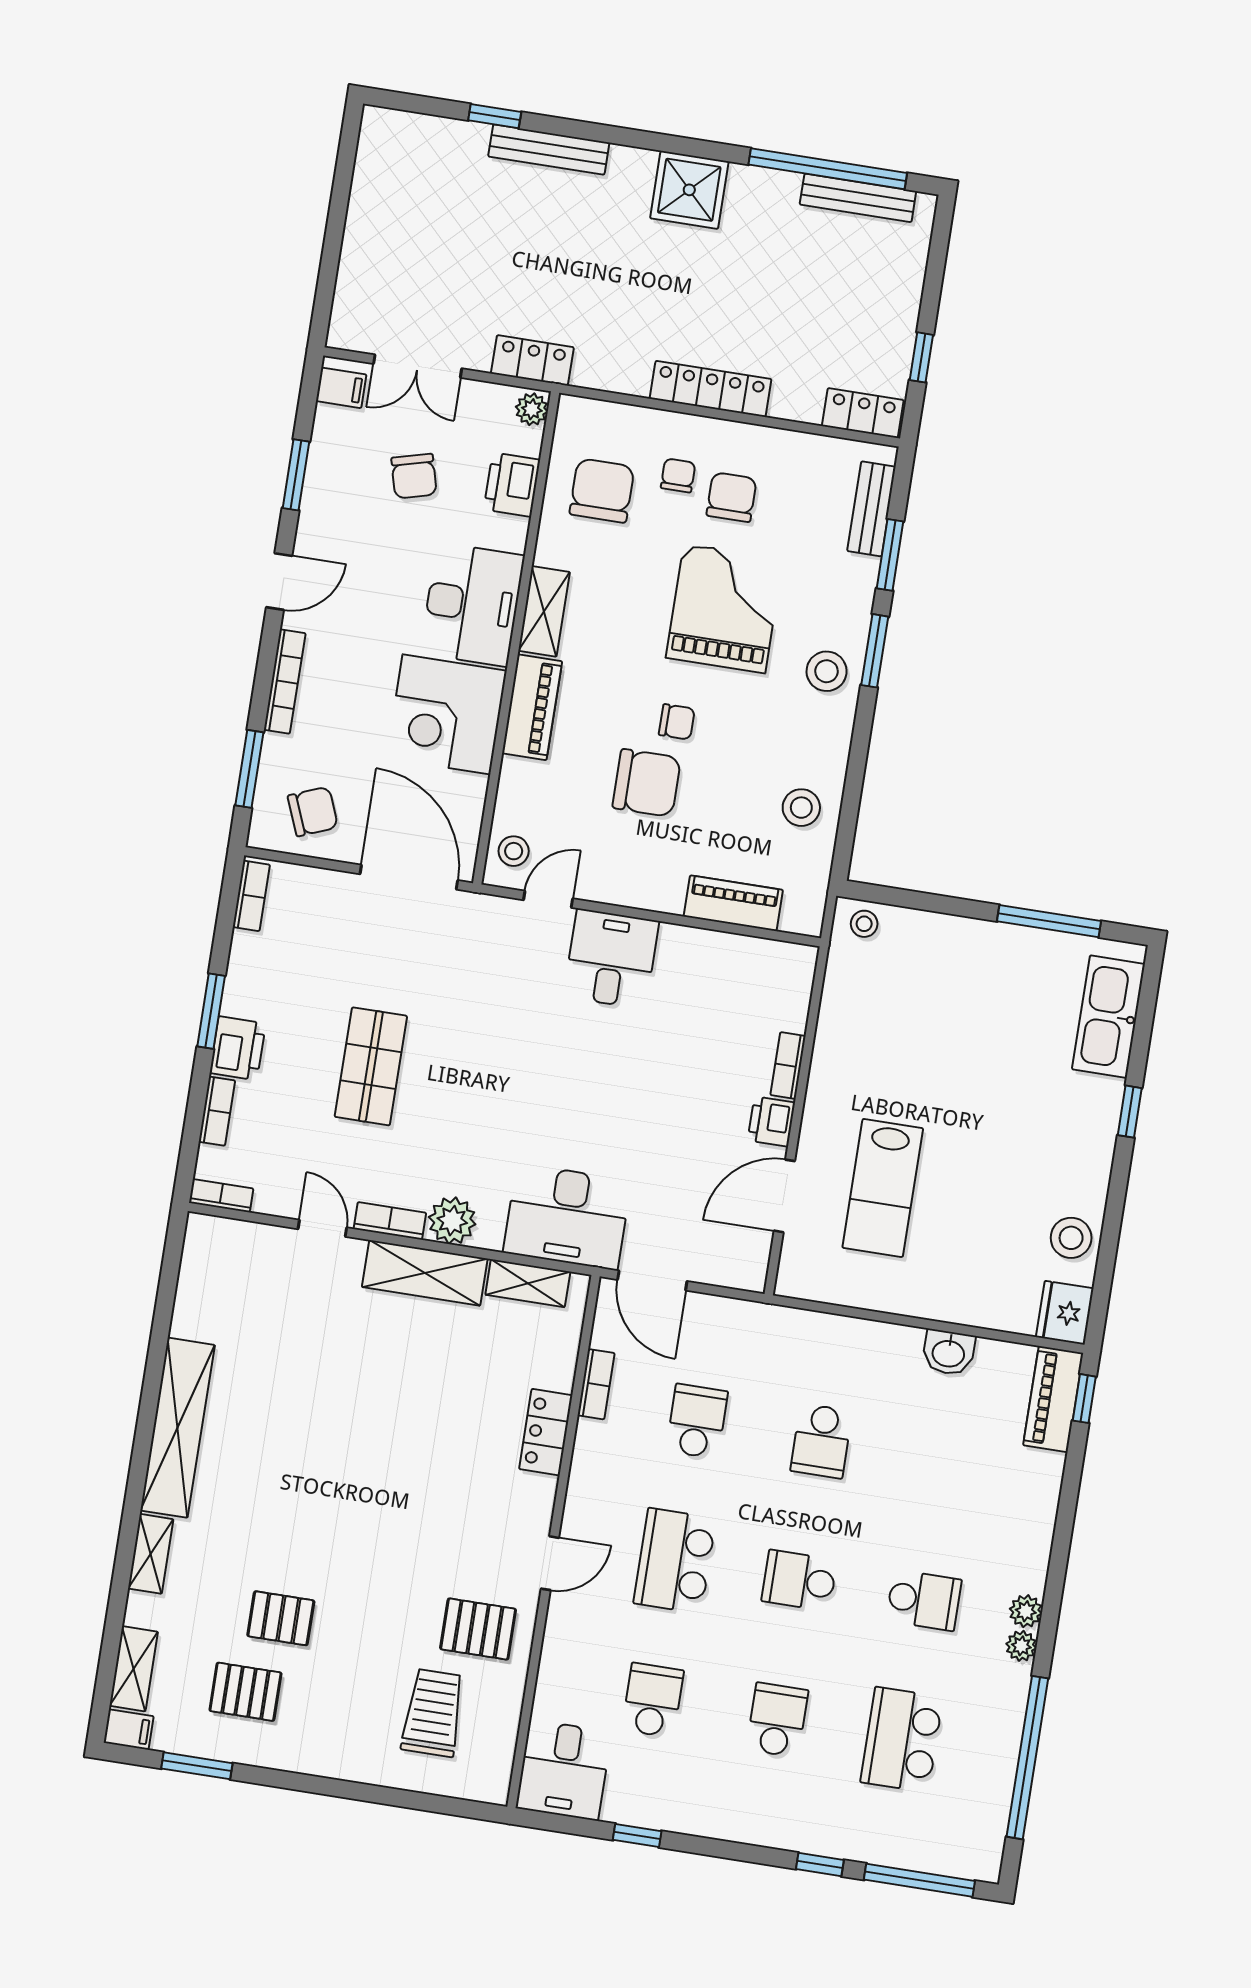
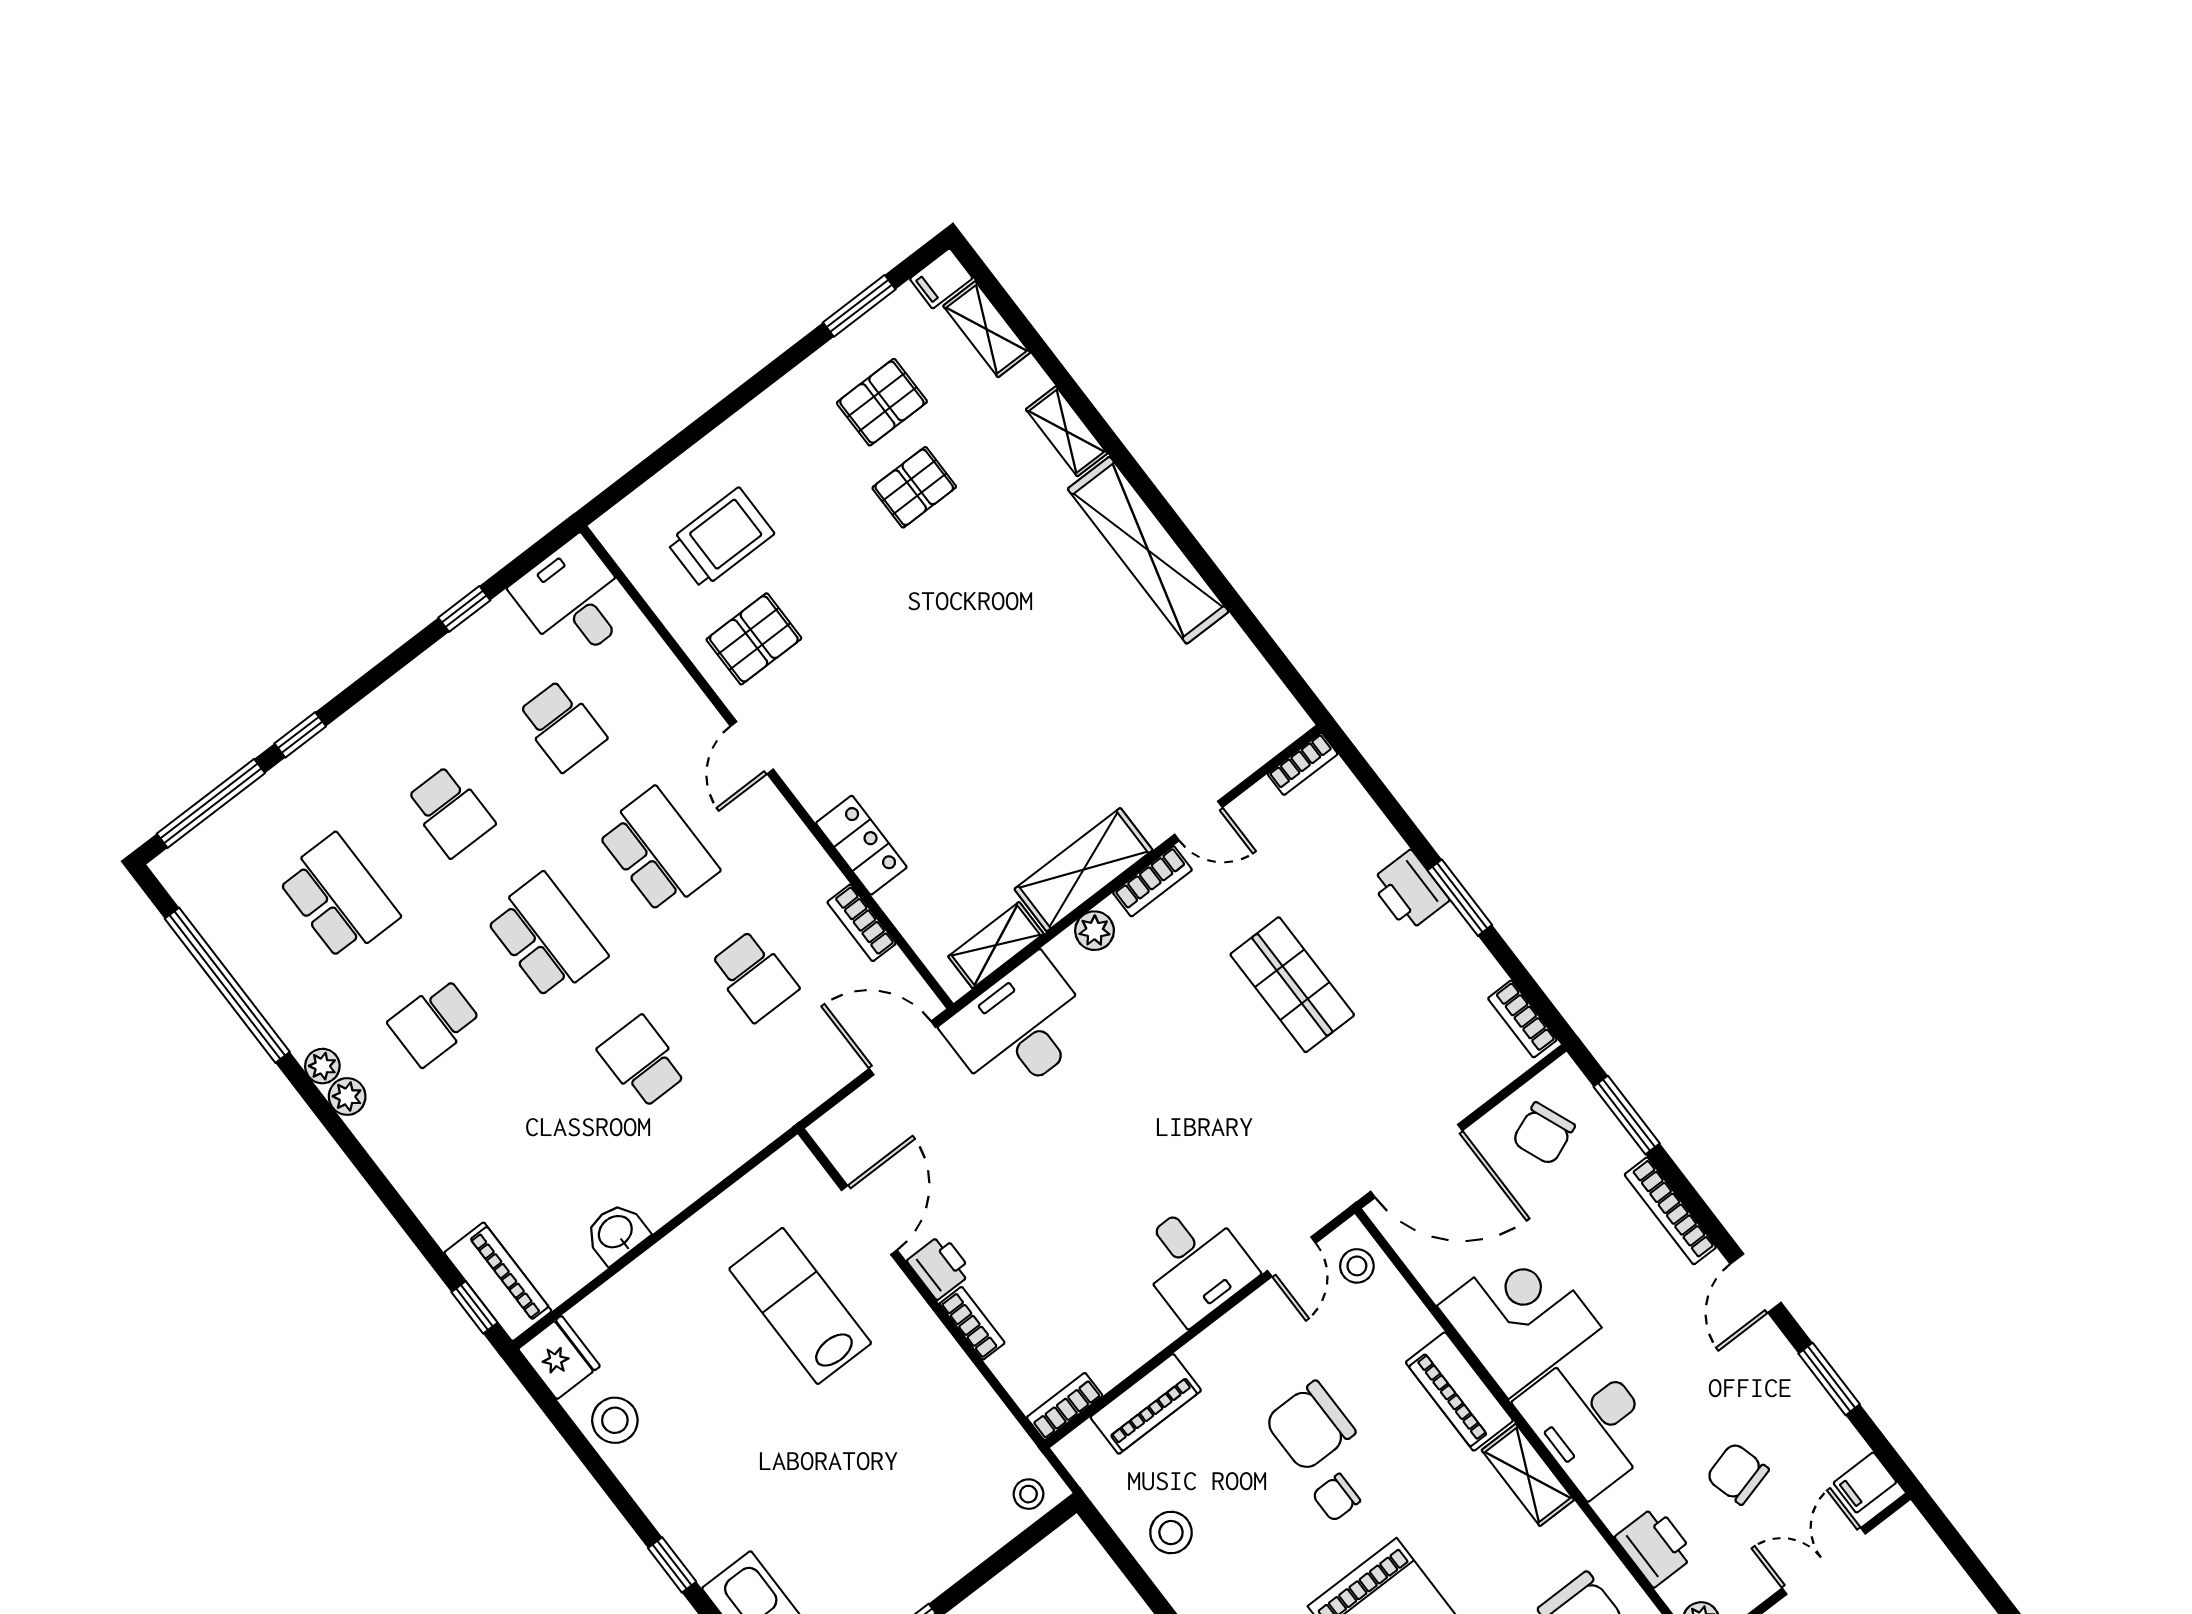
bookcase: (217, 1111) -> (1065, 1407), moved, turned 90
plant: (452, 1221) -> (1095, 931), width x0.73, depth x0.73
school desk: (799, 1580) -> (546, 937), width x1.85
trolley: (433, 1713) -> (721, 538), turned -90

